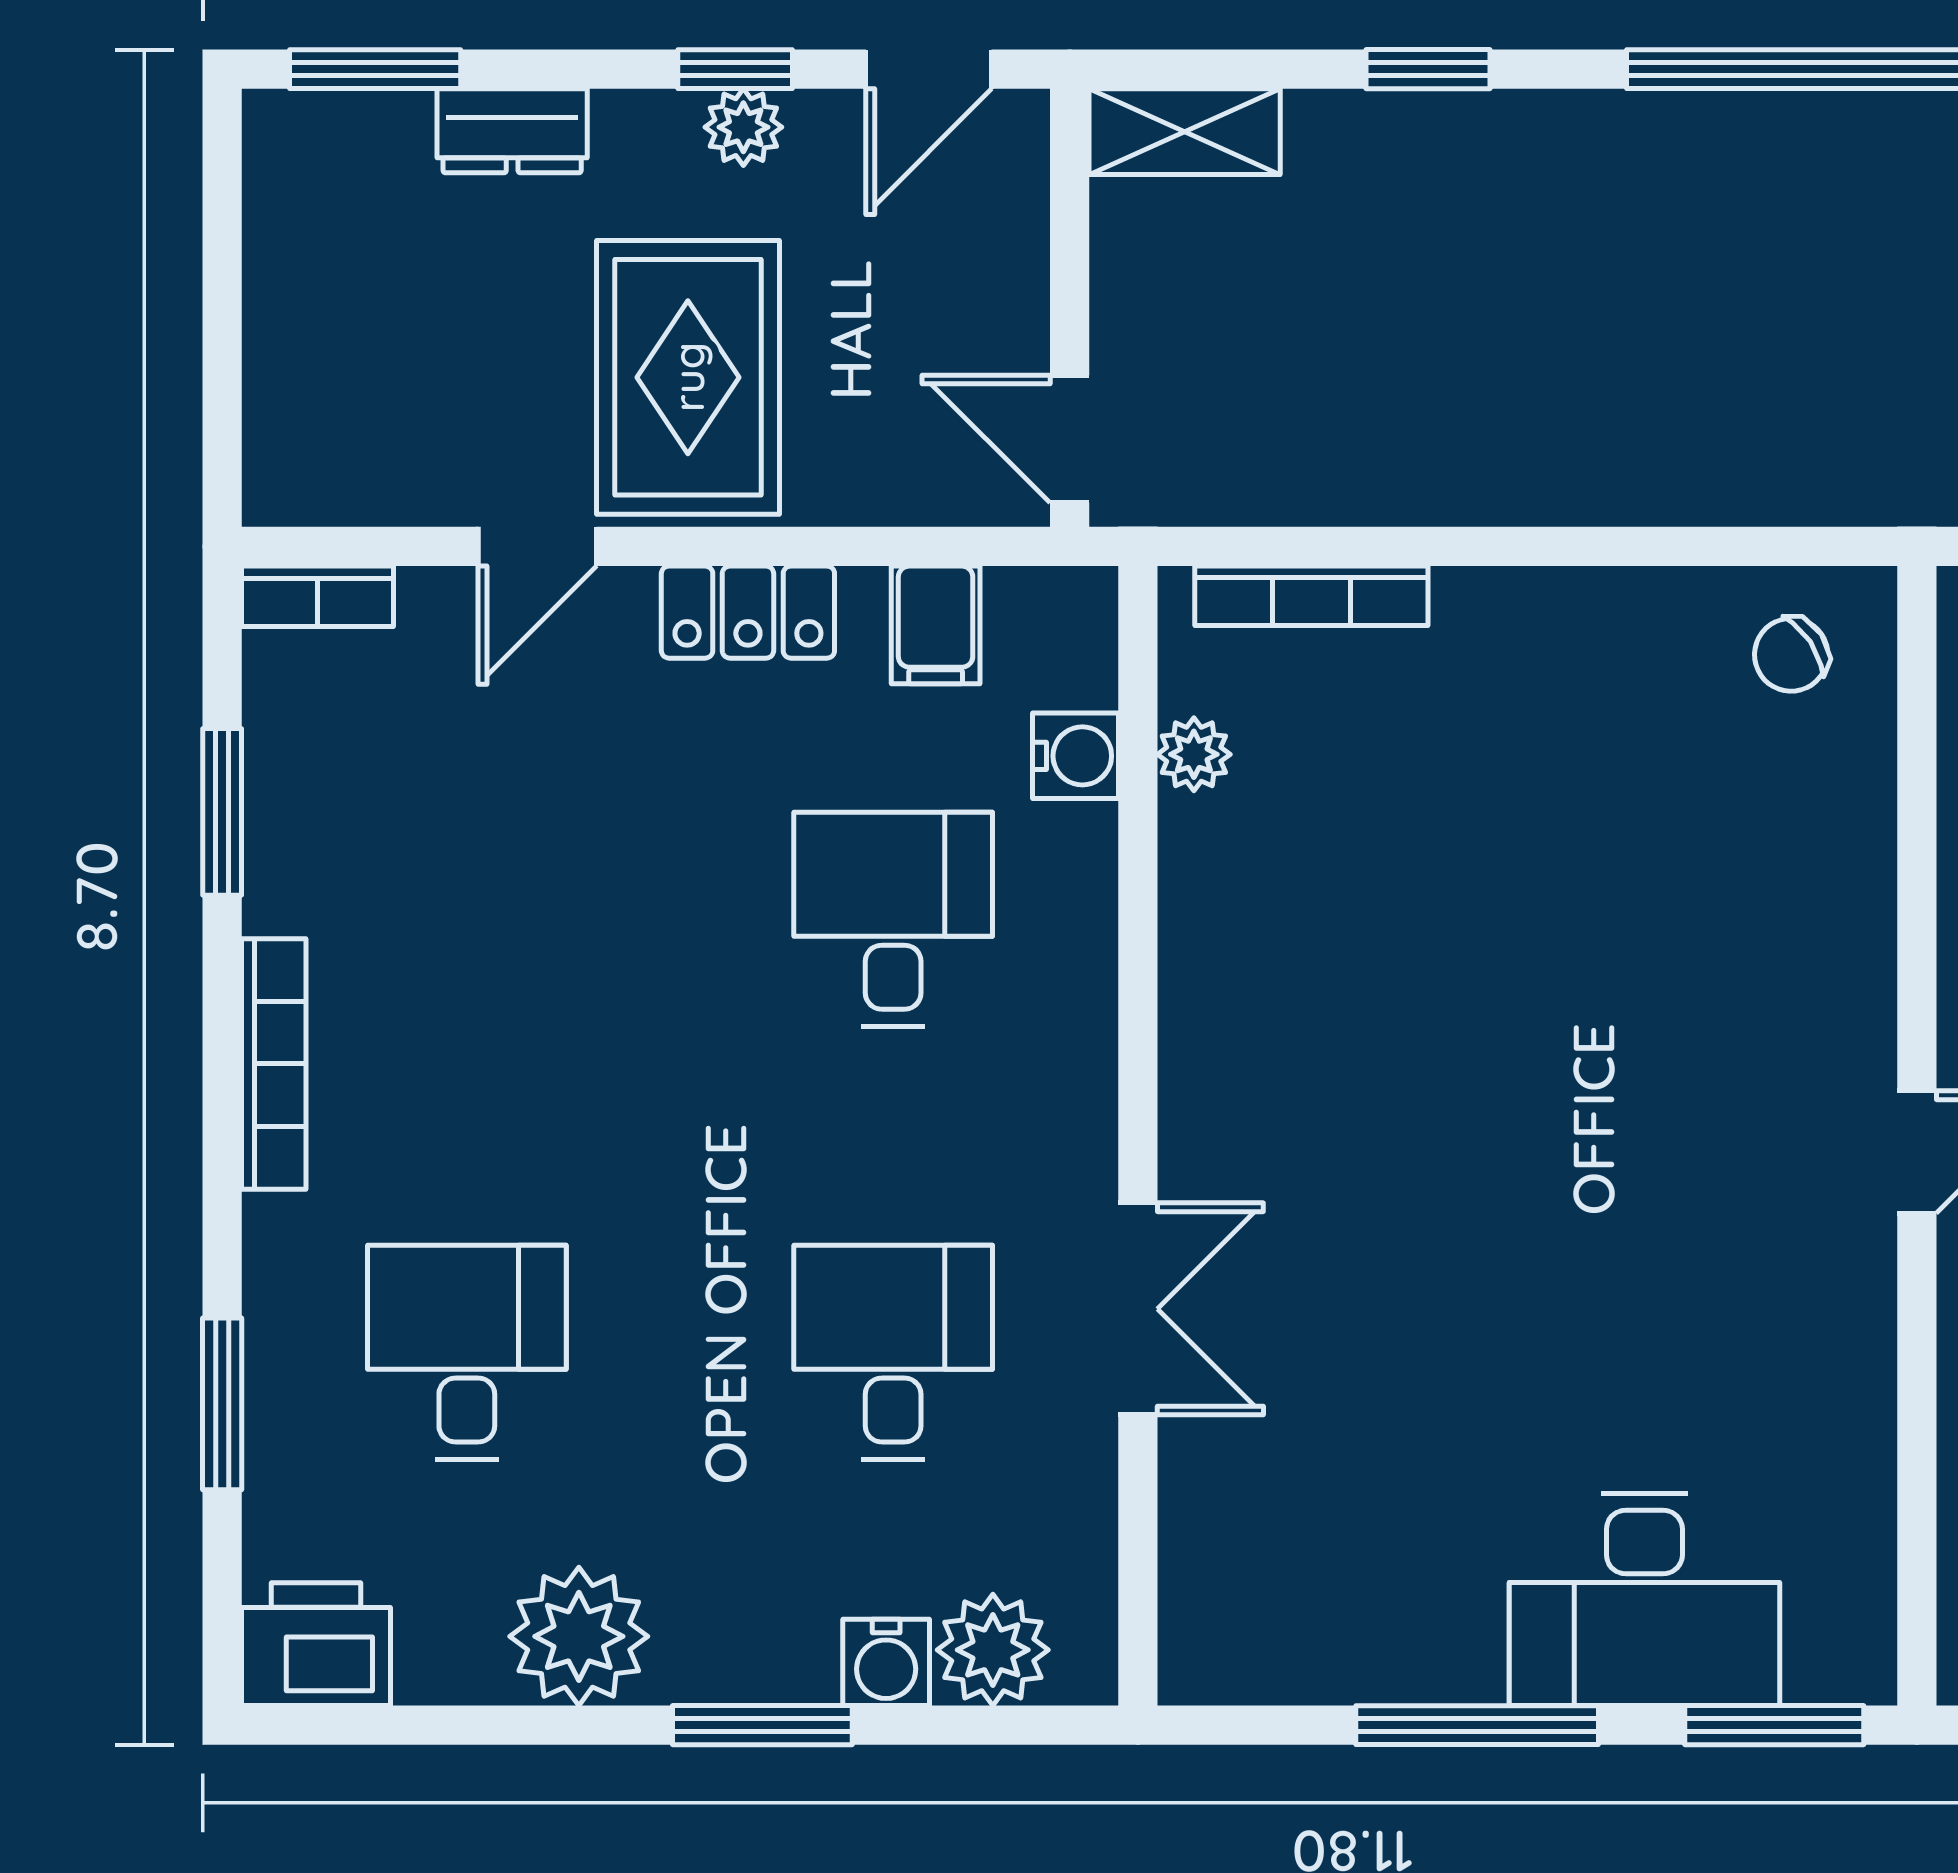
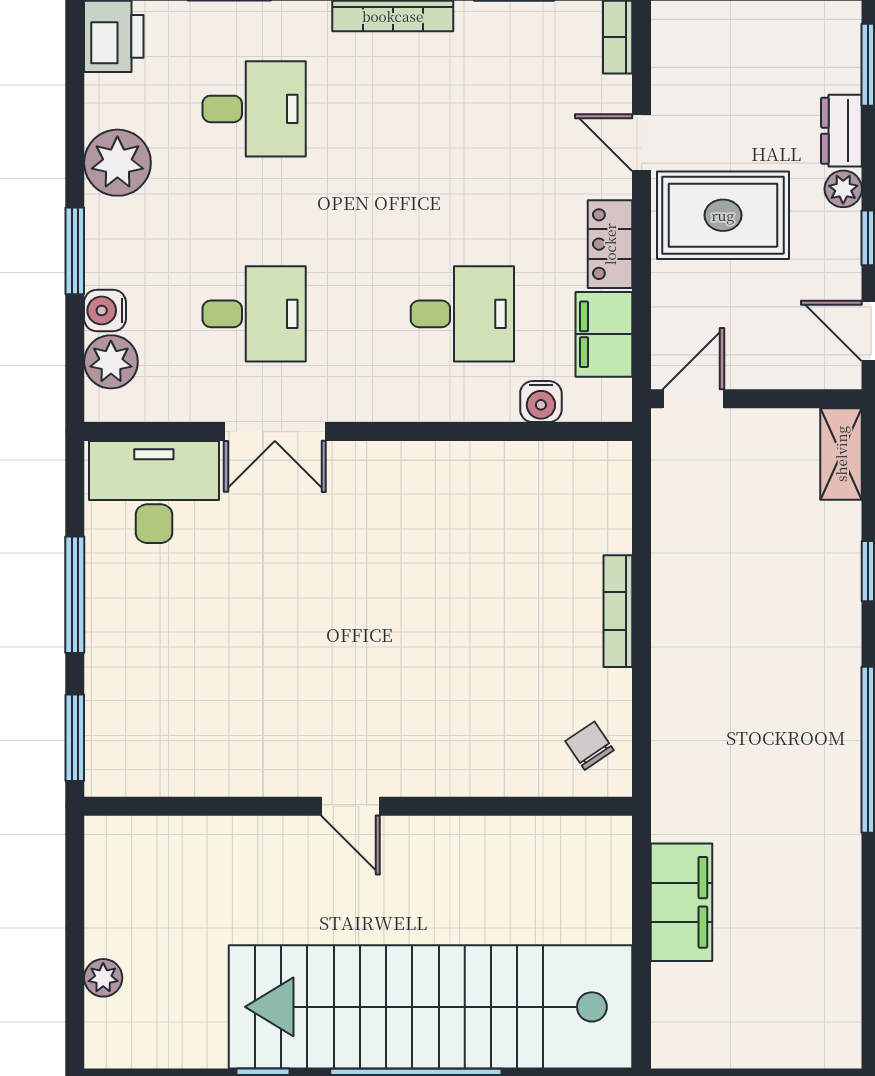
plant: (743, 127) -> (843, 189), moved
bookcase: (1311, 596) -> (618, 611), moved
filing cabinet: (936, 625) -> (604, 334), width x2.00
plant: (1194, 754) -> (542, 458), removed
desk: (1644, 1599) -> (154, 492), moved, turned 90

